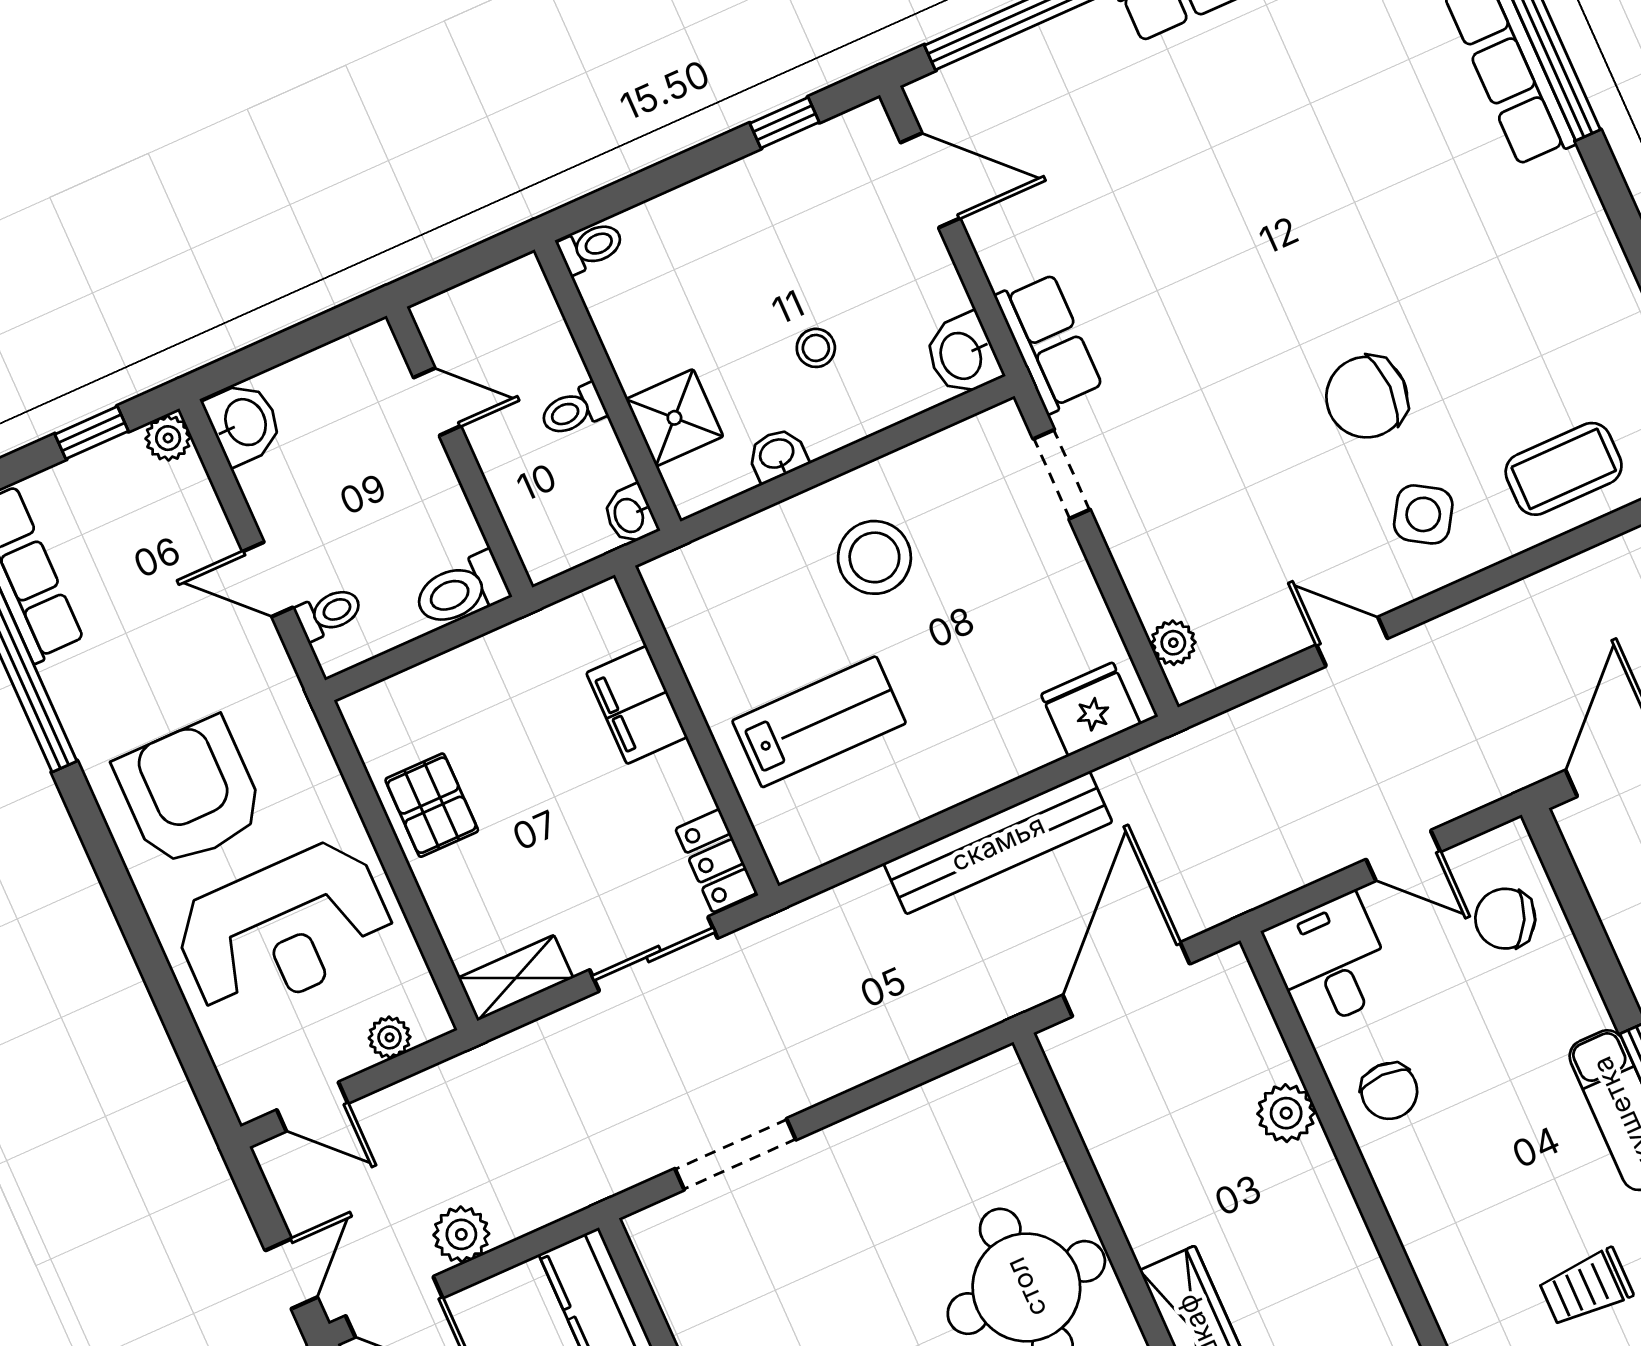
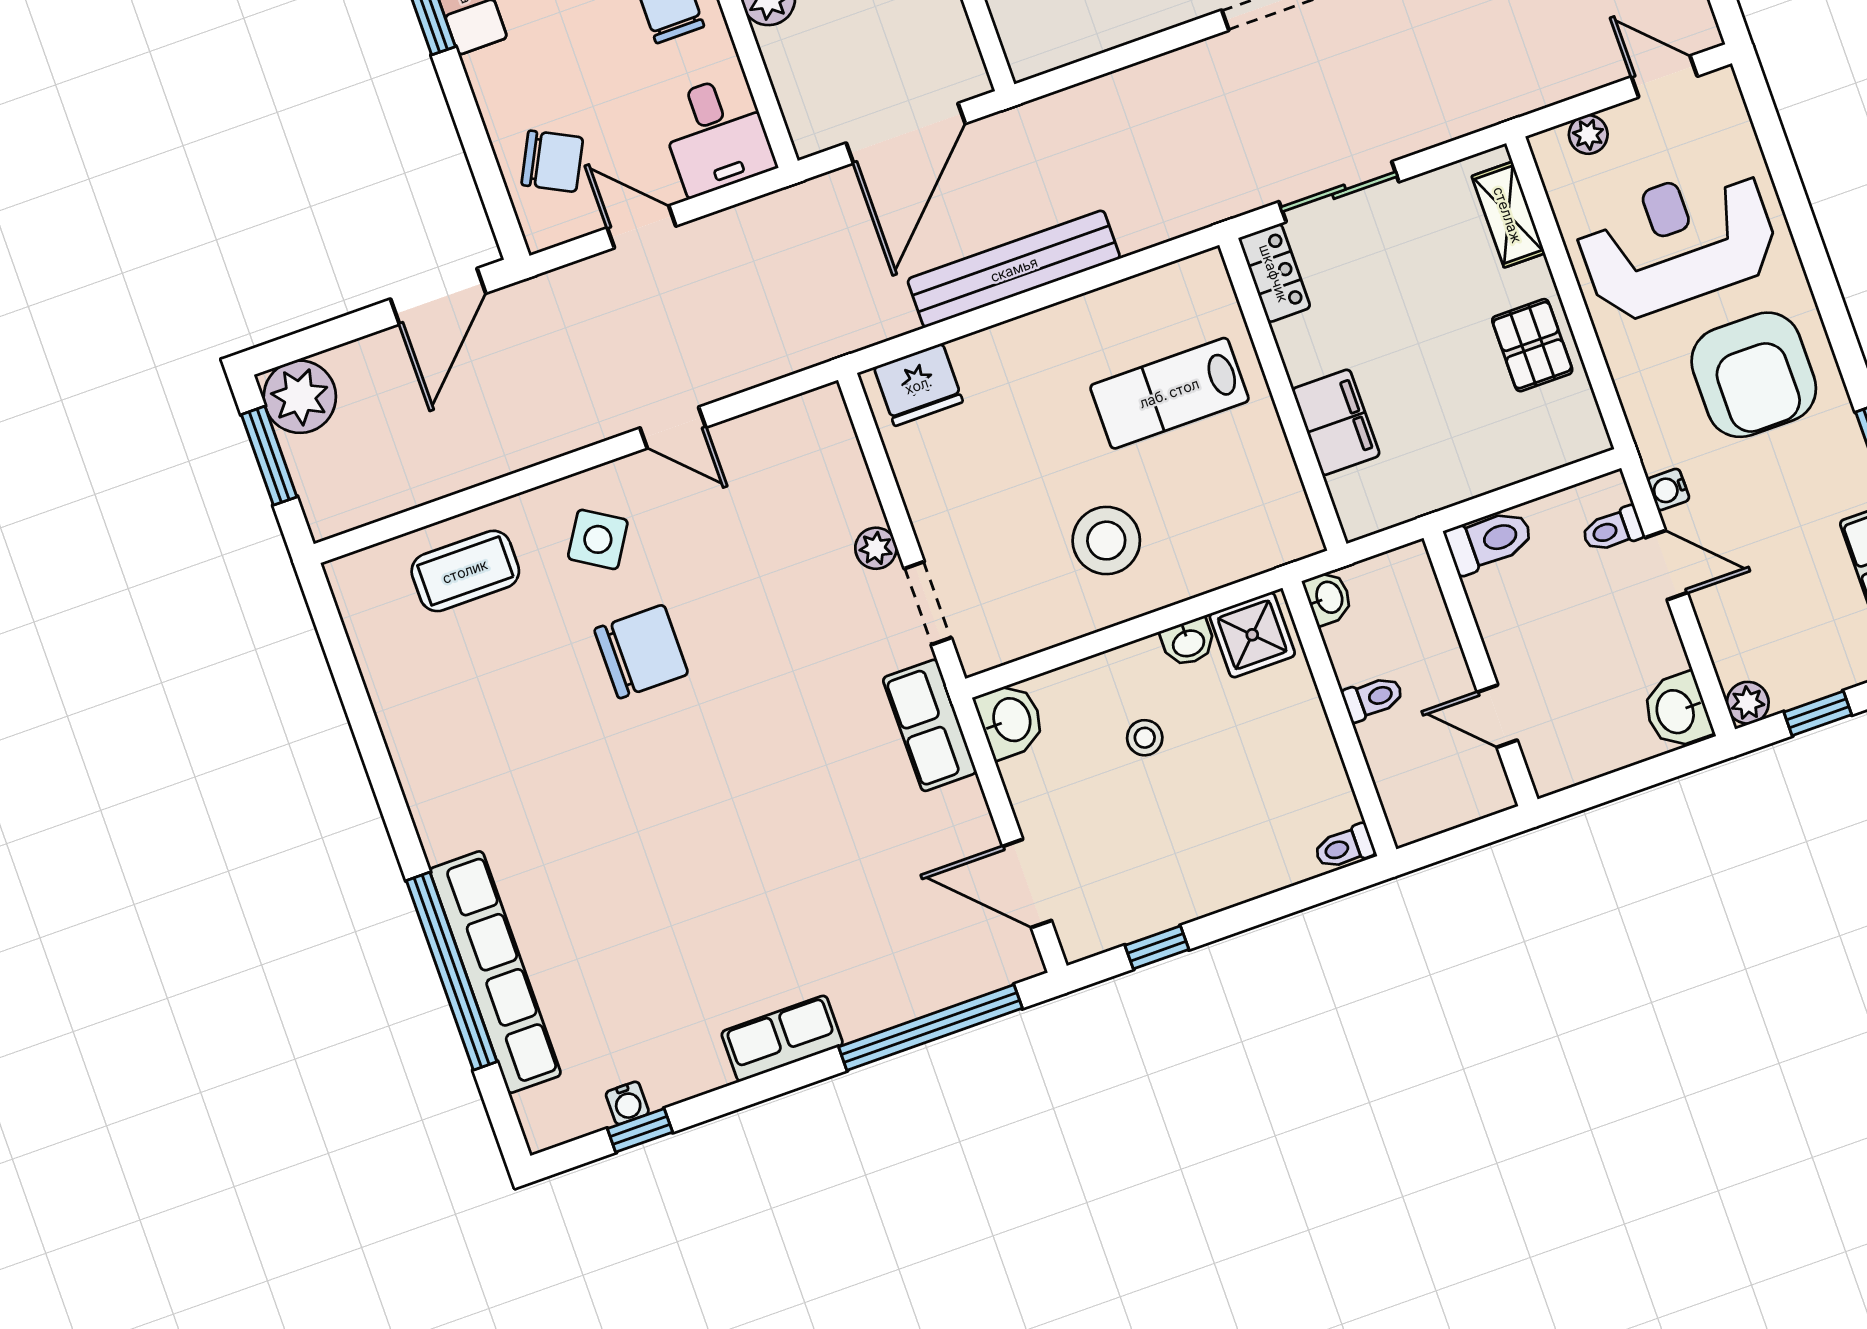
shower: (674, 418) -> (1252, 635), moved
plant: (1173, 643) -> (876, 548), moved
water cooler: (272, 661) -> (1668, 489), added
shelving: (516, 978) -> (1508, 215), moved, turned 90

